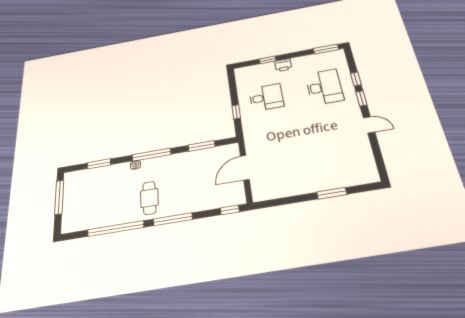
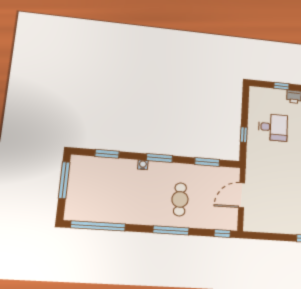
window: (151, 155) -> (159, 158), width x0.69
cafe table: (149, 198) -> (180, 199), moved
window: (116, 229) -> (98, 226), moved

